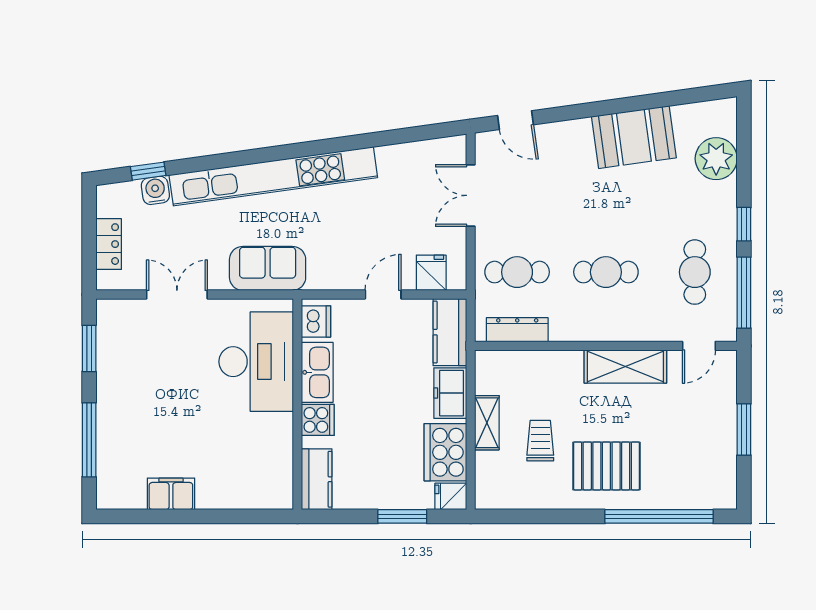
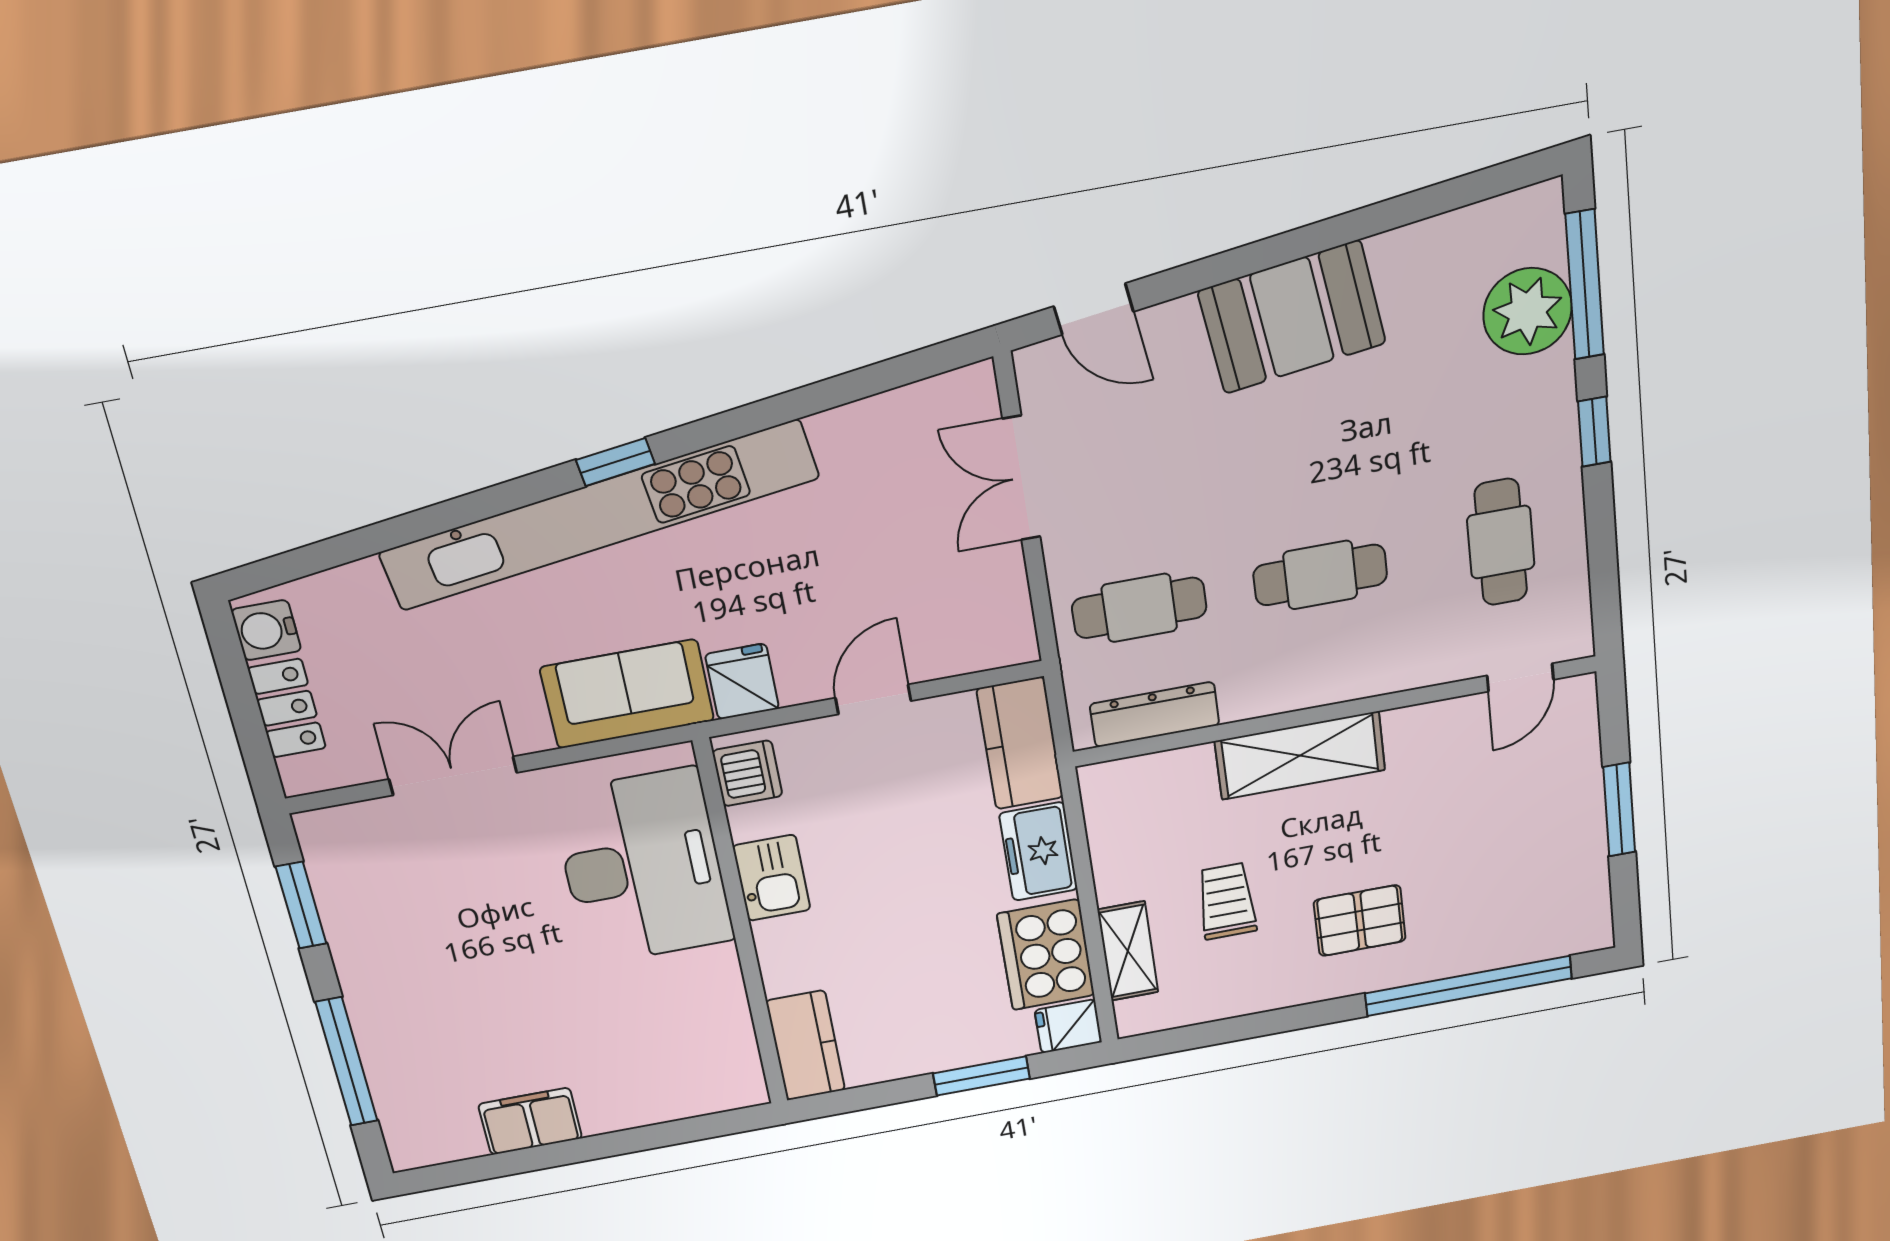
booth: (634, 137) -> (1292, 317), moved
window: (148, 171) -> (615, 462), moved
water cooler: (155, 190) -> (266, 630), moved, turned -82
fridge: (431, 273) -> (742, 682), moved
window: (744, 293) -> (1585, 285), moved
shelving: (625, 367) -> (1300, 756), moved
kitchen sink: (317, 372) -> (772, 878), width x0.73
cooker: (318, 420) -> (787, 946), removed
shelving: (487, 423) -> (1128, 951), moved
pallet: (606, 466) -> (1360, 921), width x0.67, depth x0.71

